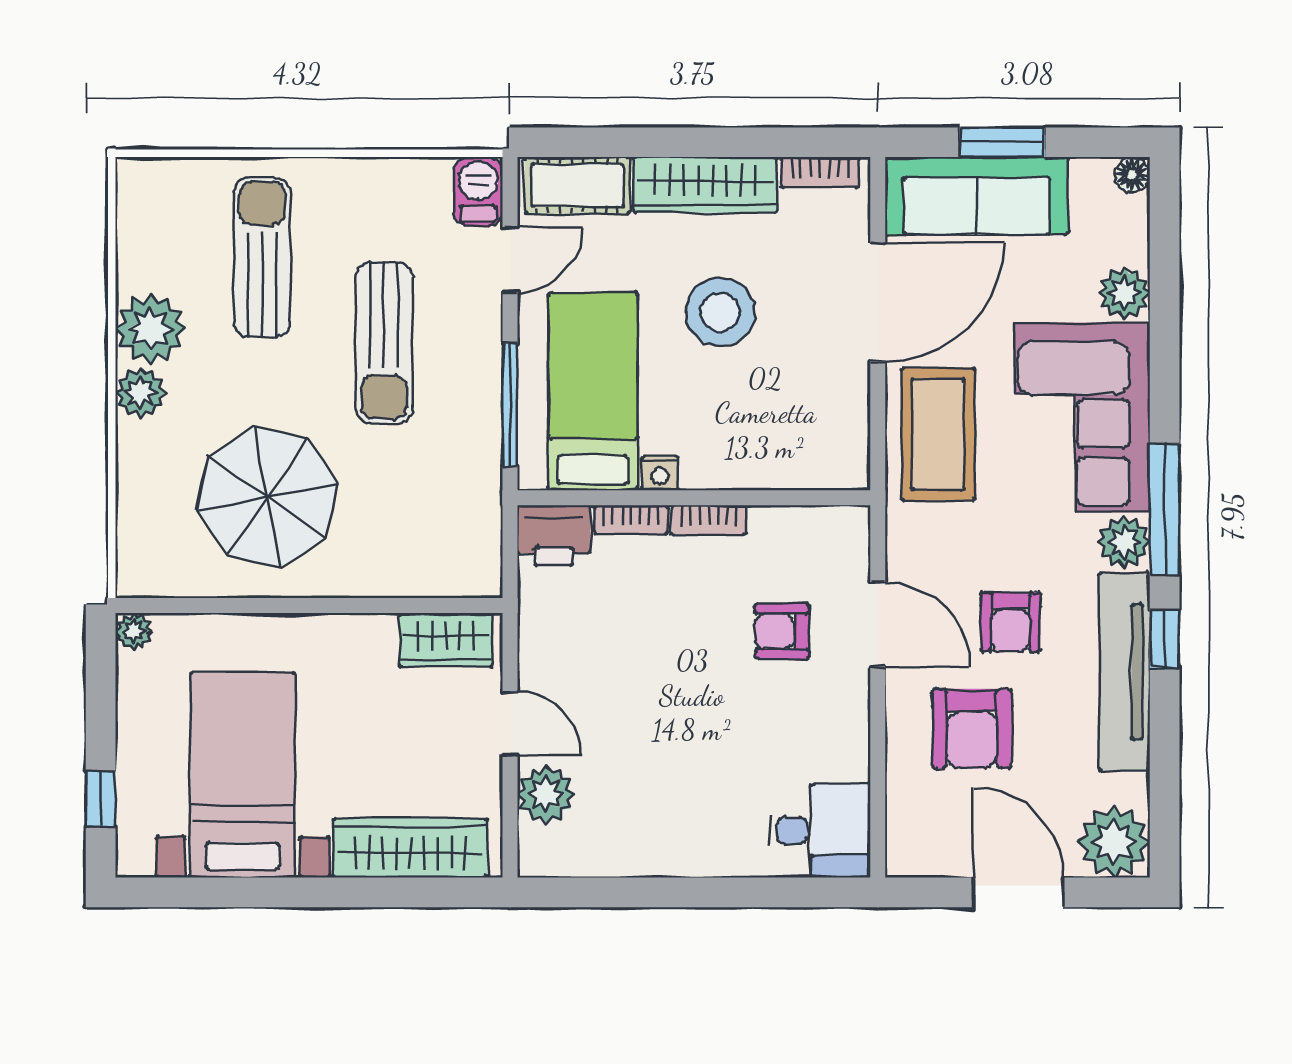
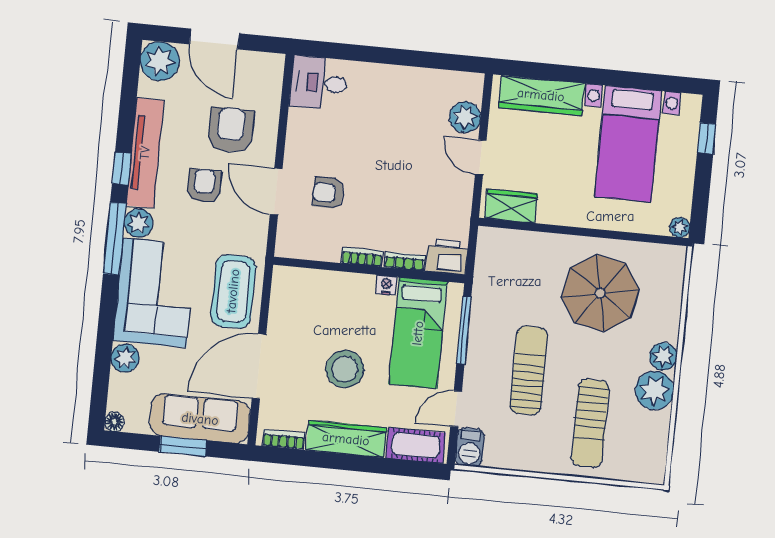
armchair: (782, 631) -> (328, 193), turned 180

